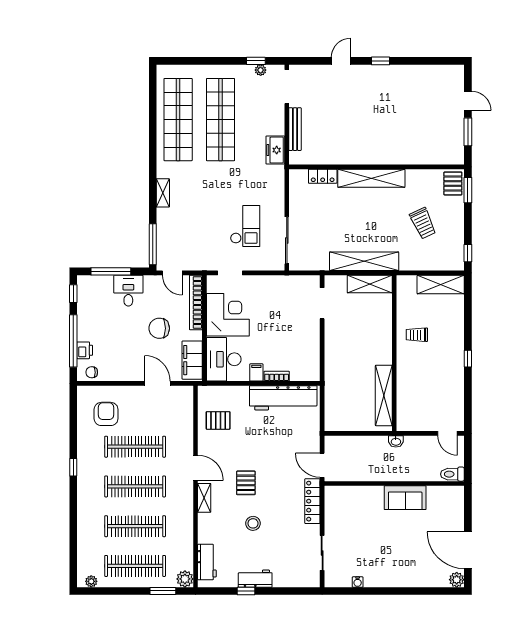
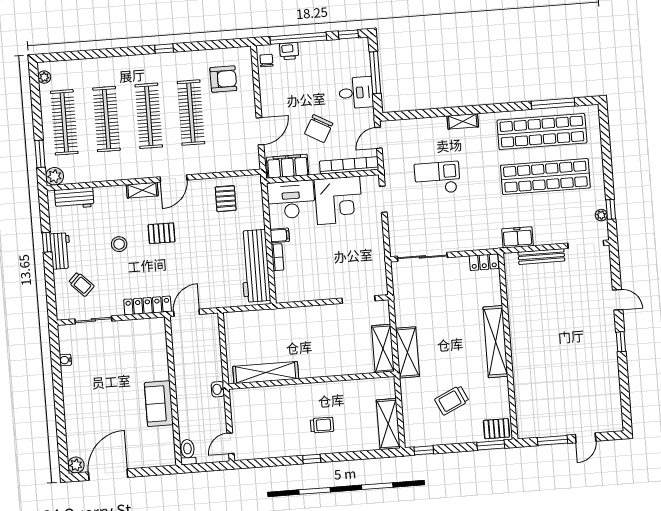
locker: (323, 176) -> (484, 262), moved, turned -90
checkout: (245, 226) -> (437, 178), moved, turned 180
window: (153, 244) -> (553, 104), moved
shelving: (364, 261) -> (407, 352), width x0.68
chair: (159, 328) -> (319, 129), turned -151
trolley: (417, 335) -> (322, 425), moved, turned 90
trolley: (288, 562) -> (81, 284), added

